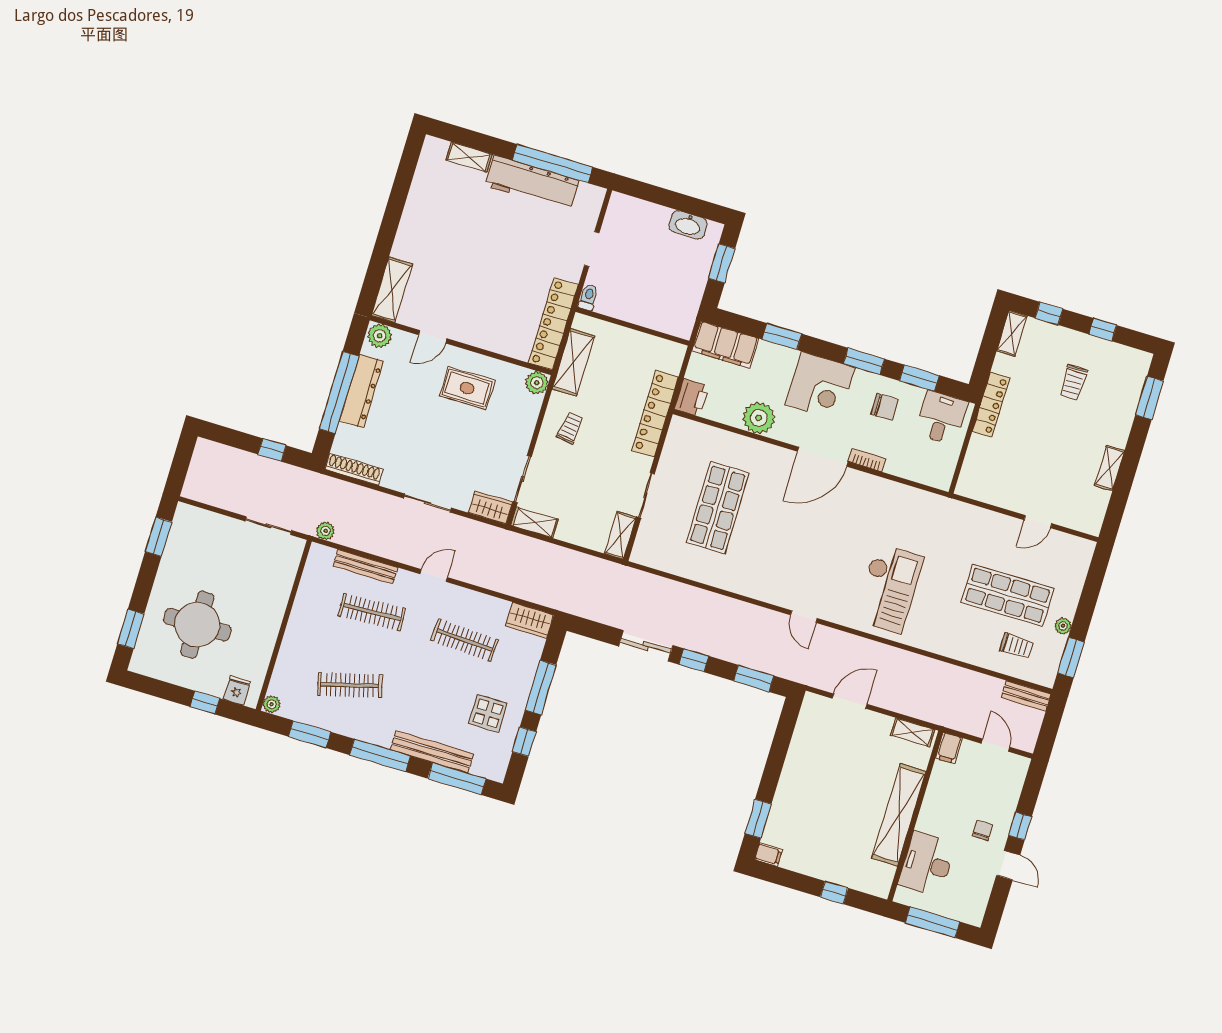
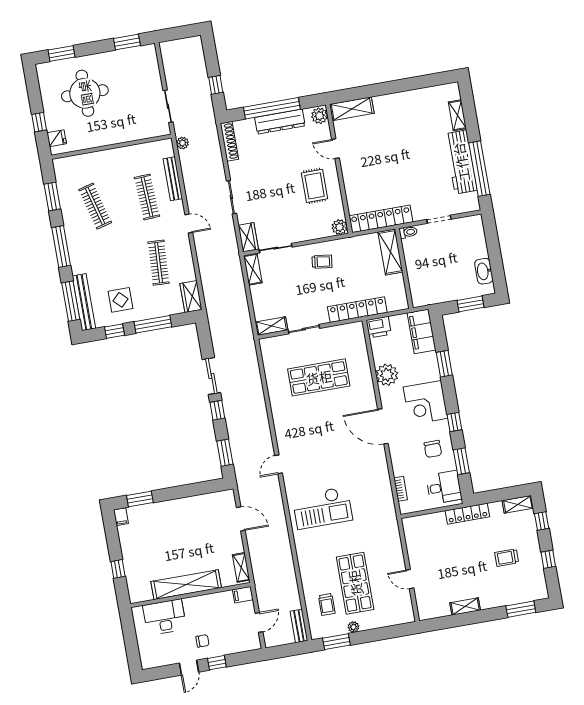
window: (864, 361) -> (454, 422), width x0.67
shelving: (573, 362) -> (390, 252), moved, turned 90
bookcase: (867, 460) -> (401, 489), moved
plant: (272, 704) -> (59, 164), removed
bench: (432, 752) -> (84, 302), moved
window: (933, 922) -> (130, 639), removed

